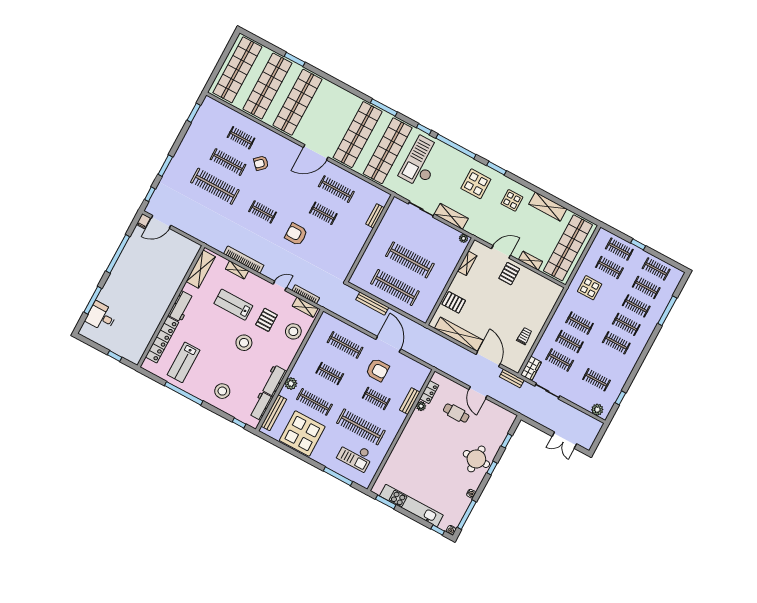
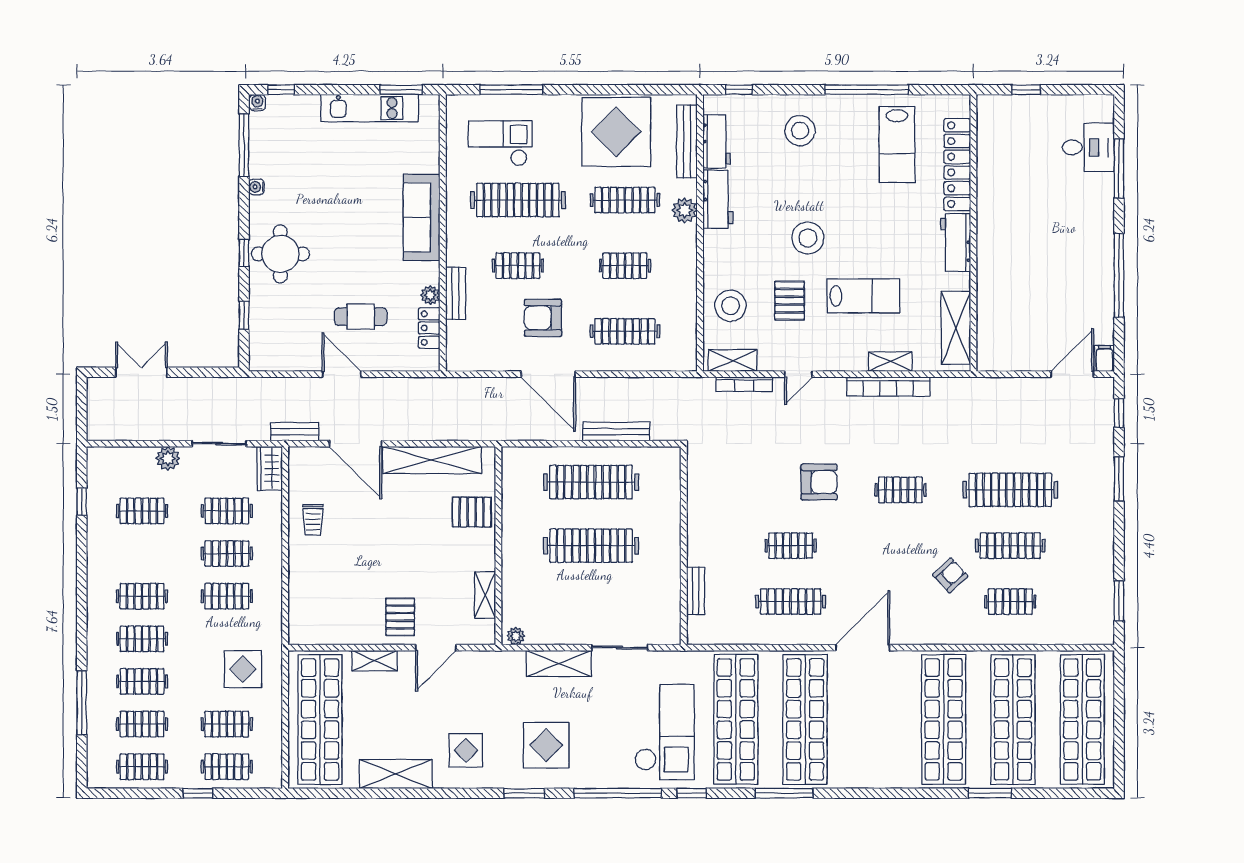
lab bench: (184, 362) -> (897, 145), turned 180
plant: (597, 410) -> (168, 458), moved
sofa: (407, 442) -> (422, 217), added
kitchen unit: (411, 506) -> (370, 108), width x0.73

